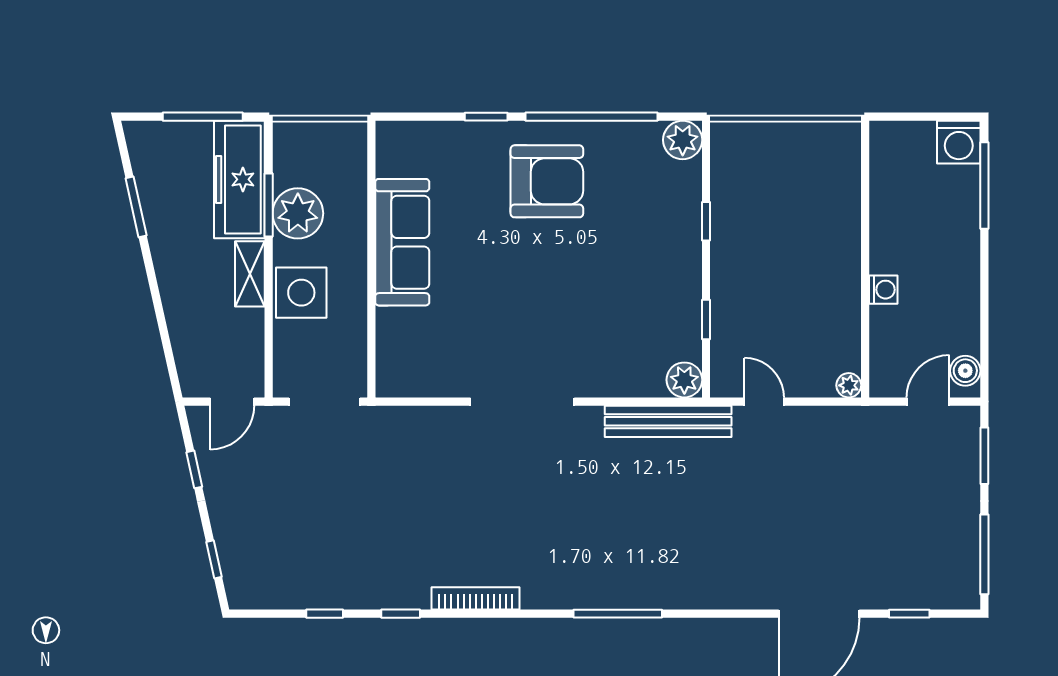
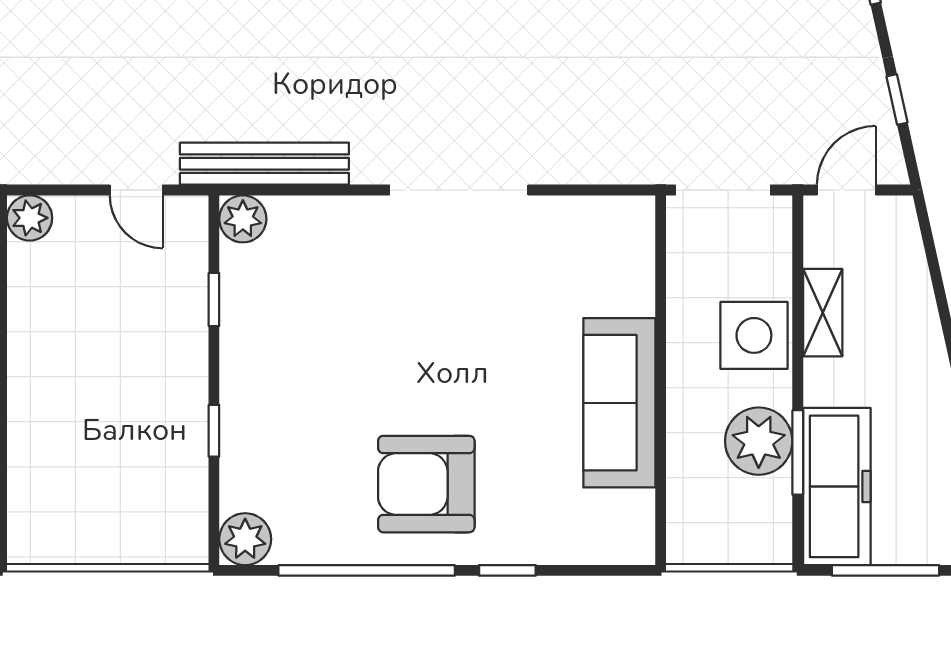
shelving: (250, 274) -> (823, 313), moved
plant: (849, 385) -> (30, 218), width x1.38, depth x1.38

